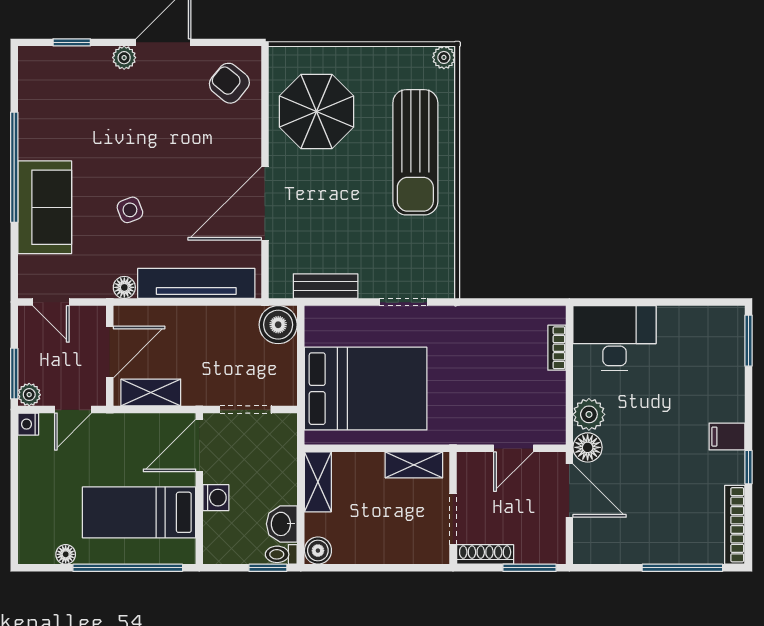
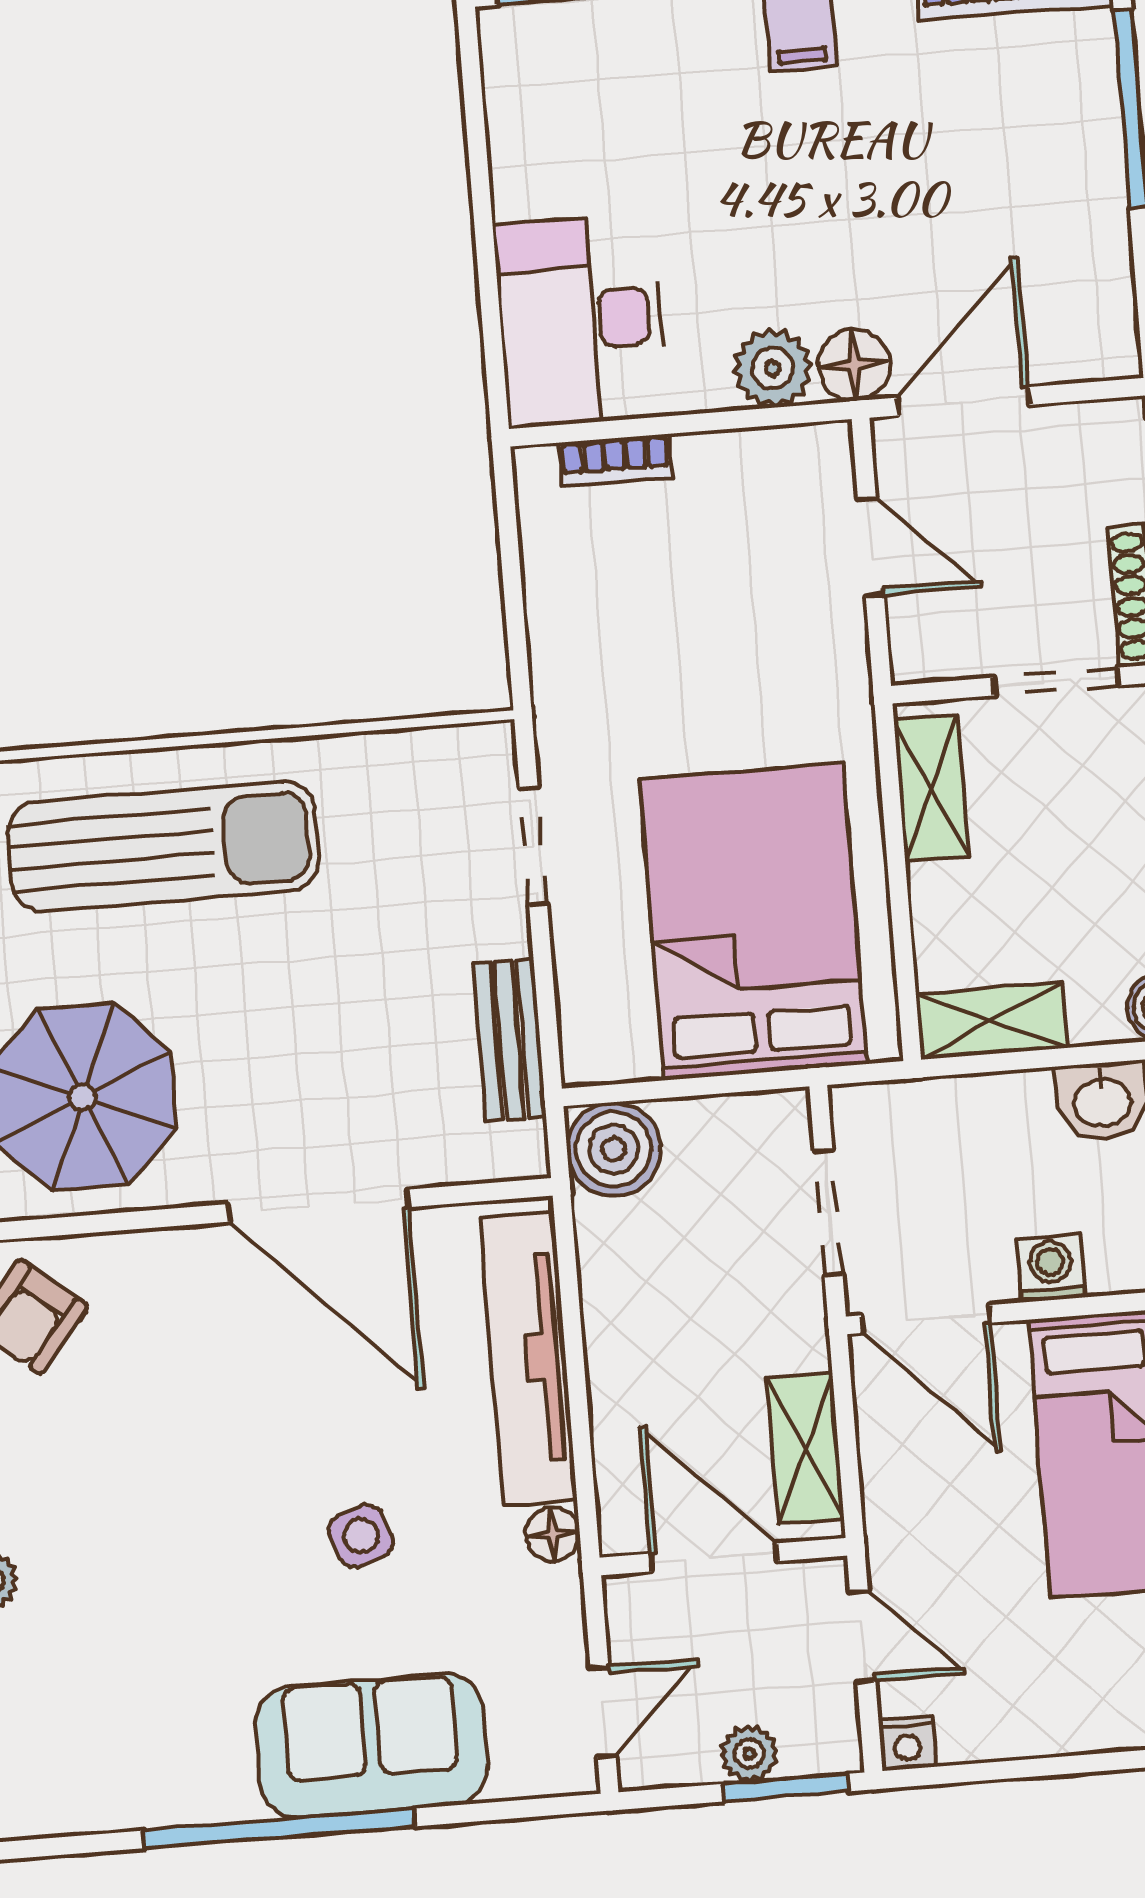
plant: (29, 395) -> (749, 1754), moved

